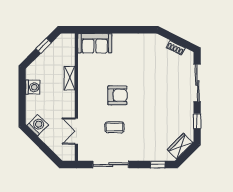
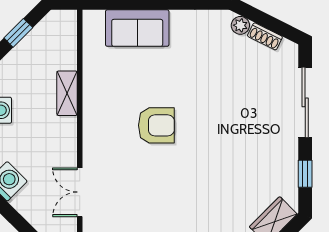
plant: (162, 42) -> (240, 25), added
sofa: (95, 43) -> (137, 28), moved
coffee table: (115, 127) -> (151, 185), removed

